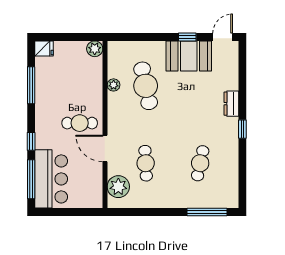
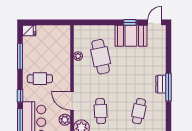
plant: (95, 49) -> (65, 120), moved
dresser: (231, 104) -> (161, 84), moved
cafe table: (80, 123) -> (40, 79), moved
window: (242, 129) -> (169, 87), width x2.17

